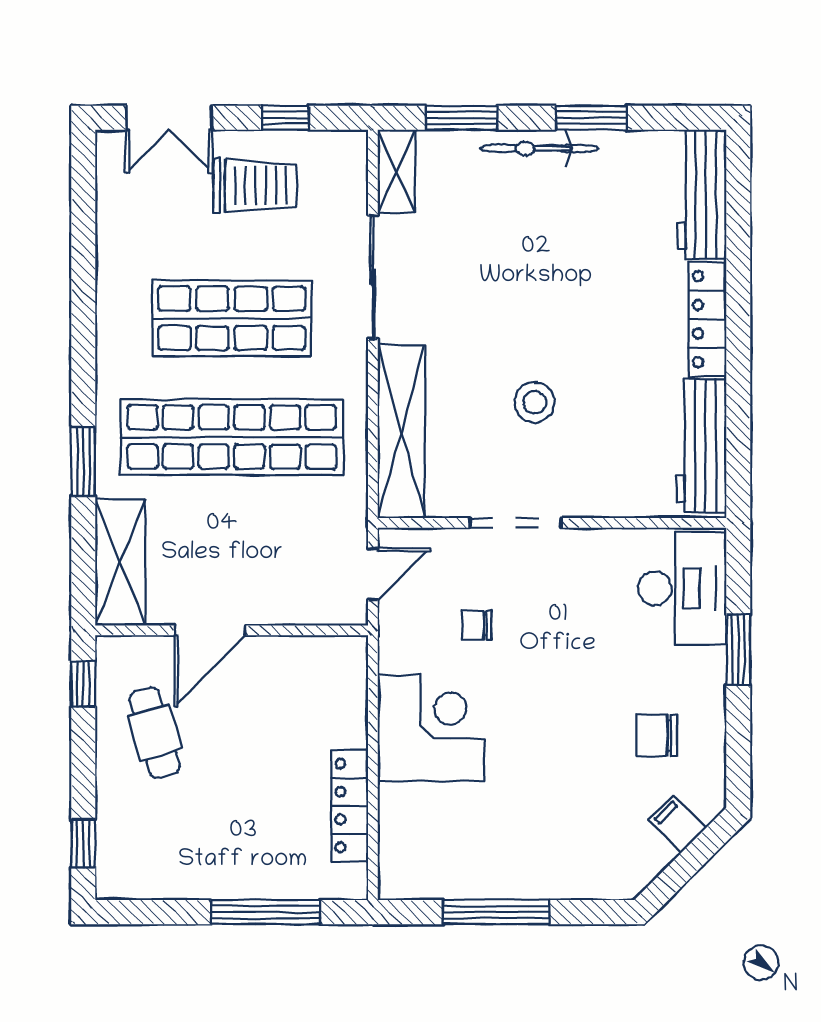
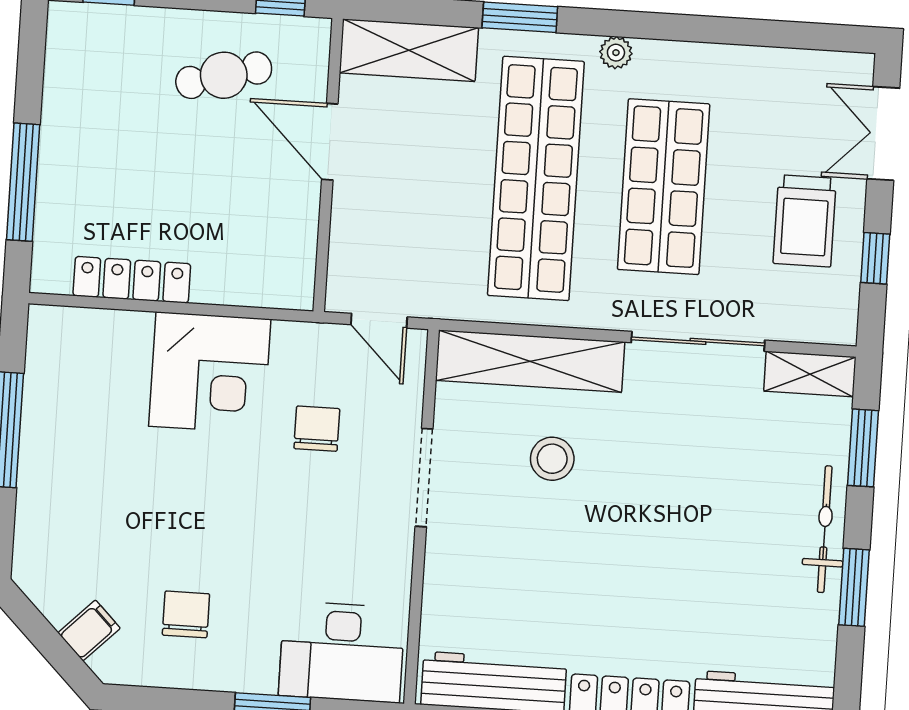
plant: (110, 370) -> (616, 53), added
stool: (535, 402) -> (552, 459), moved
chair: (477, 625) -> (317, 429), width x1.37, depth x1.37

